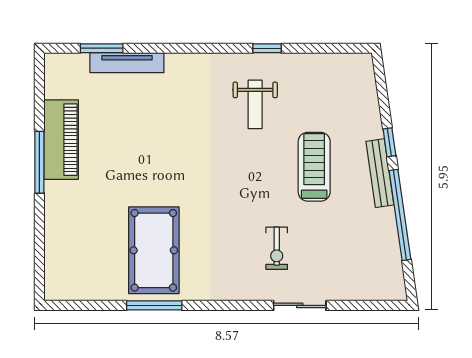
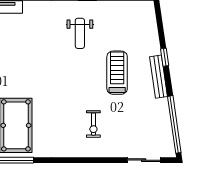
window: (400, 215) -> (174, 124), moved
sliding door: (300, 305) -> (144, 160), moved

